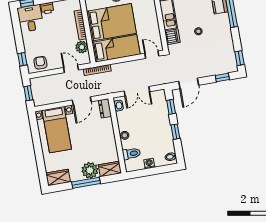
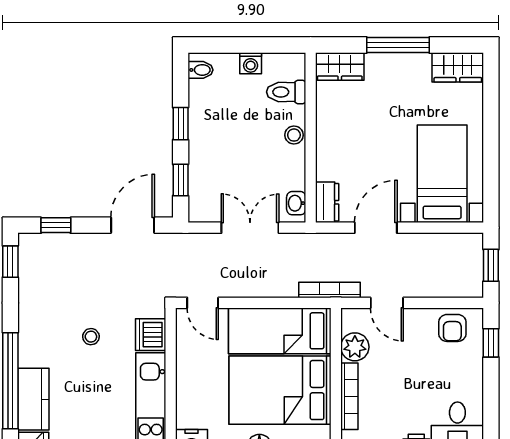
plant: (90, 170) -> (384, 71), removed

